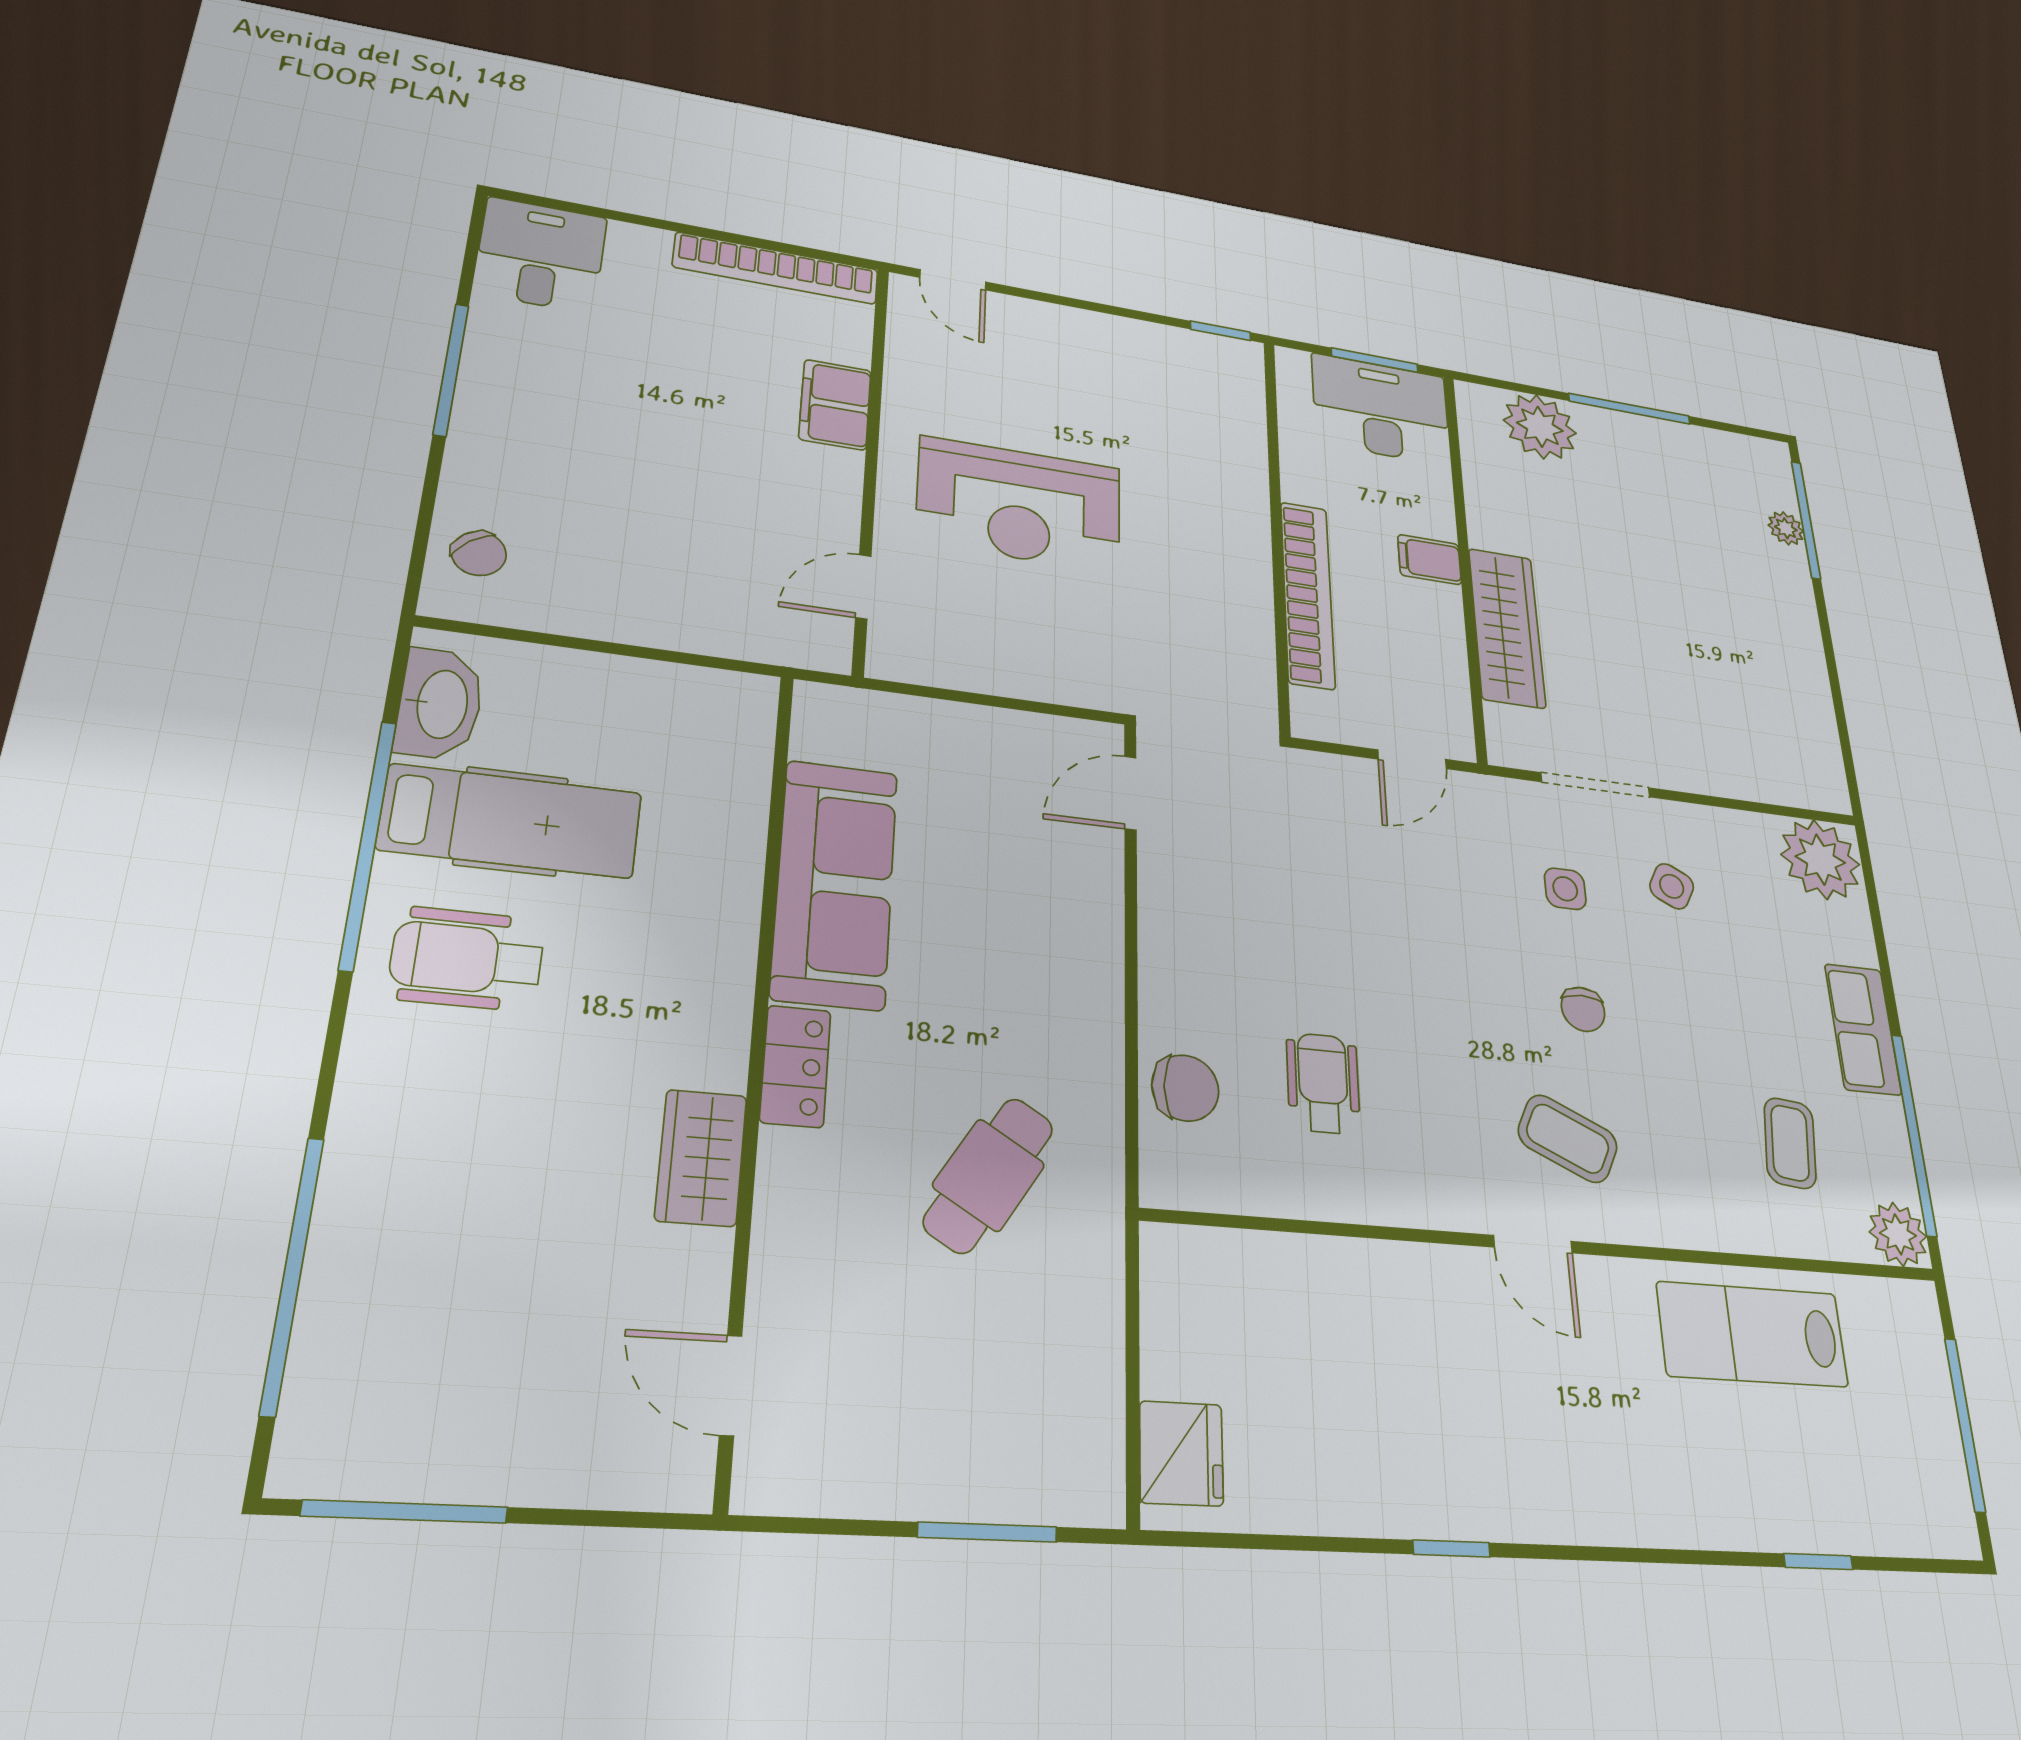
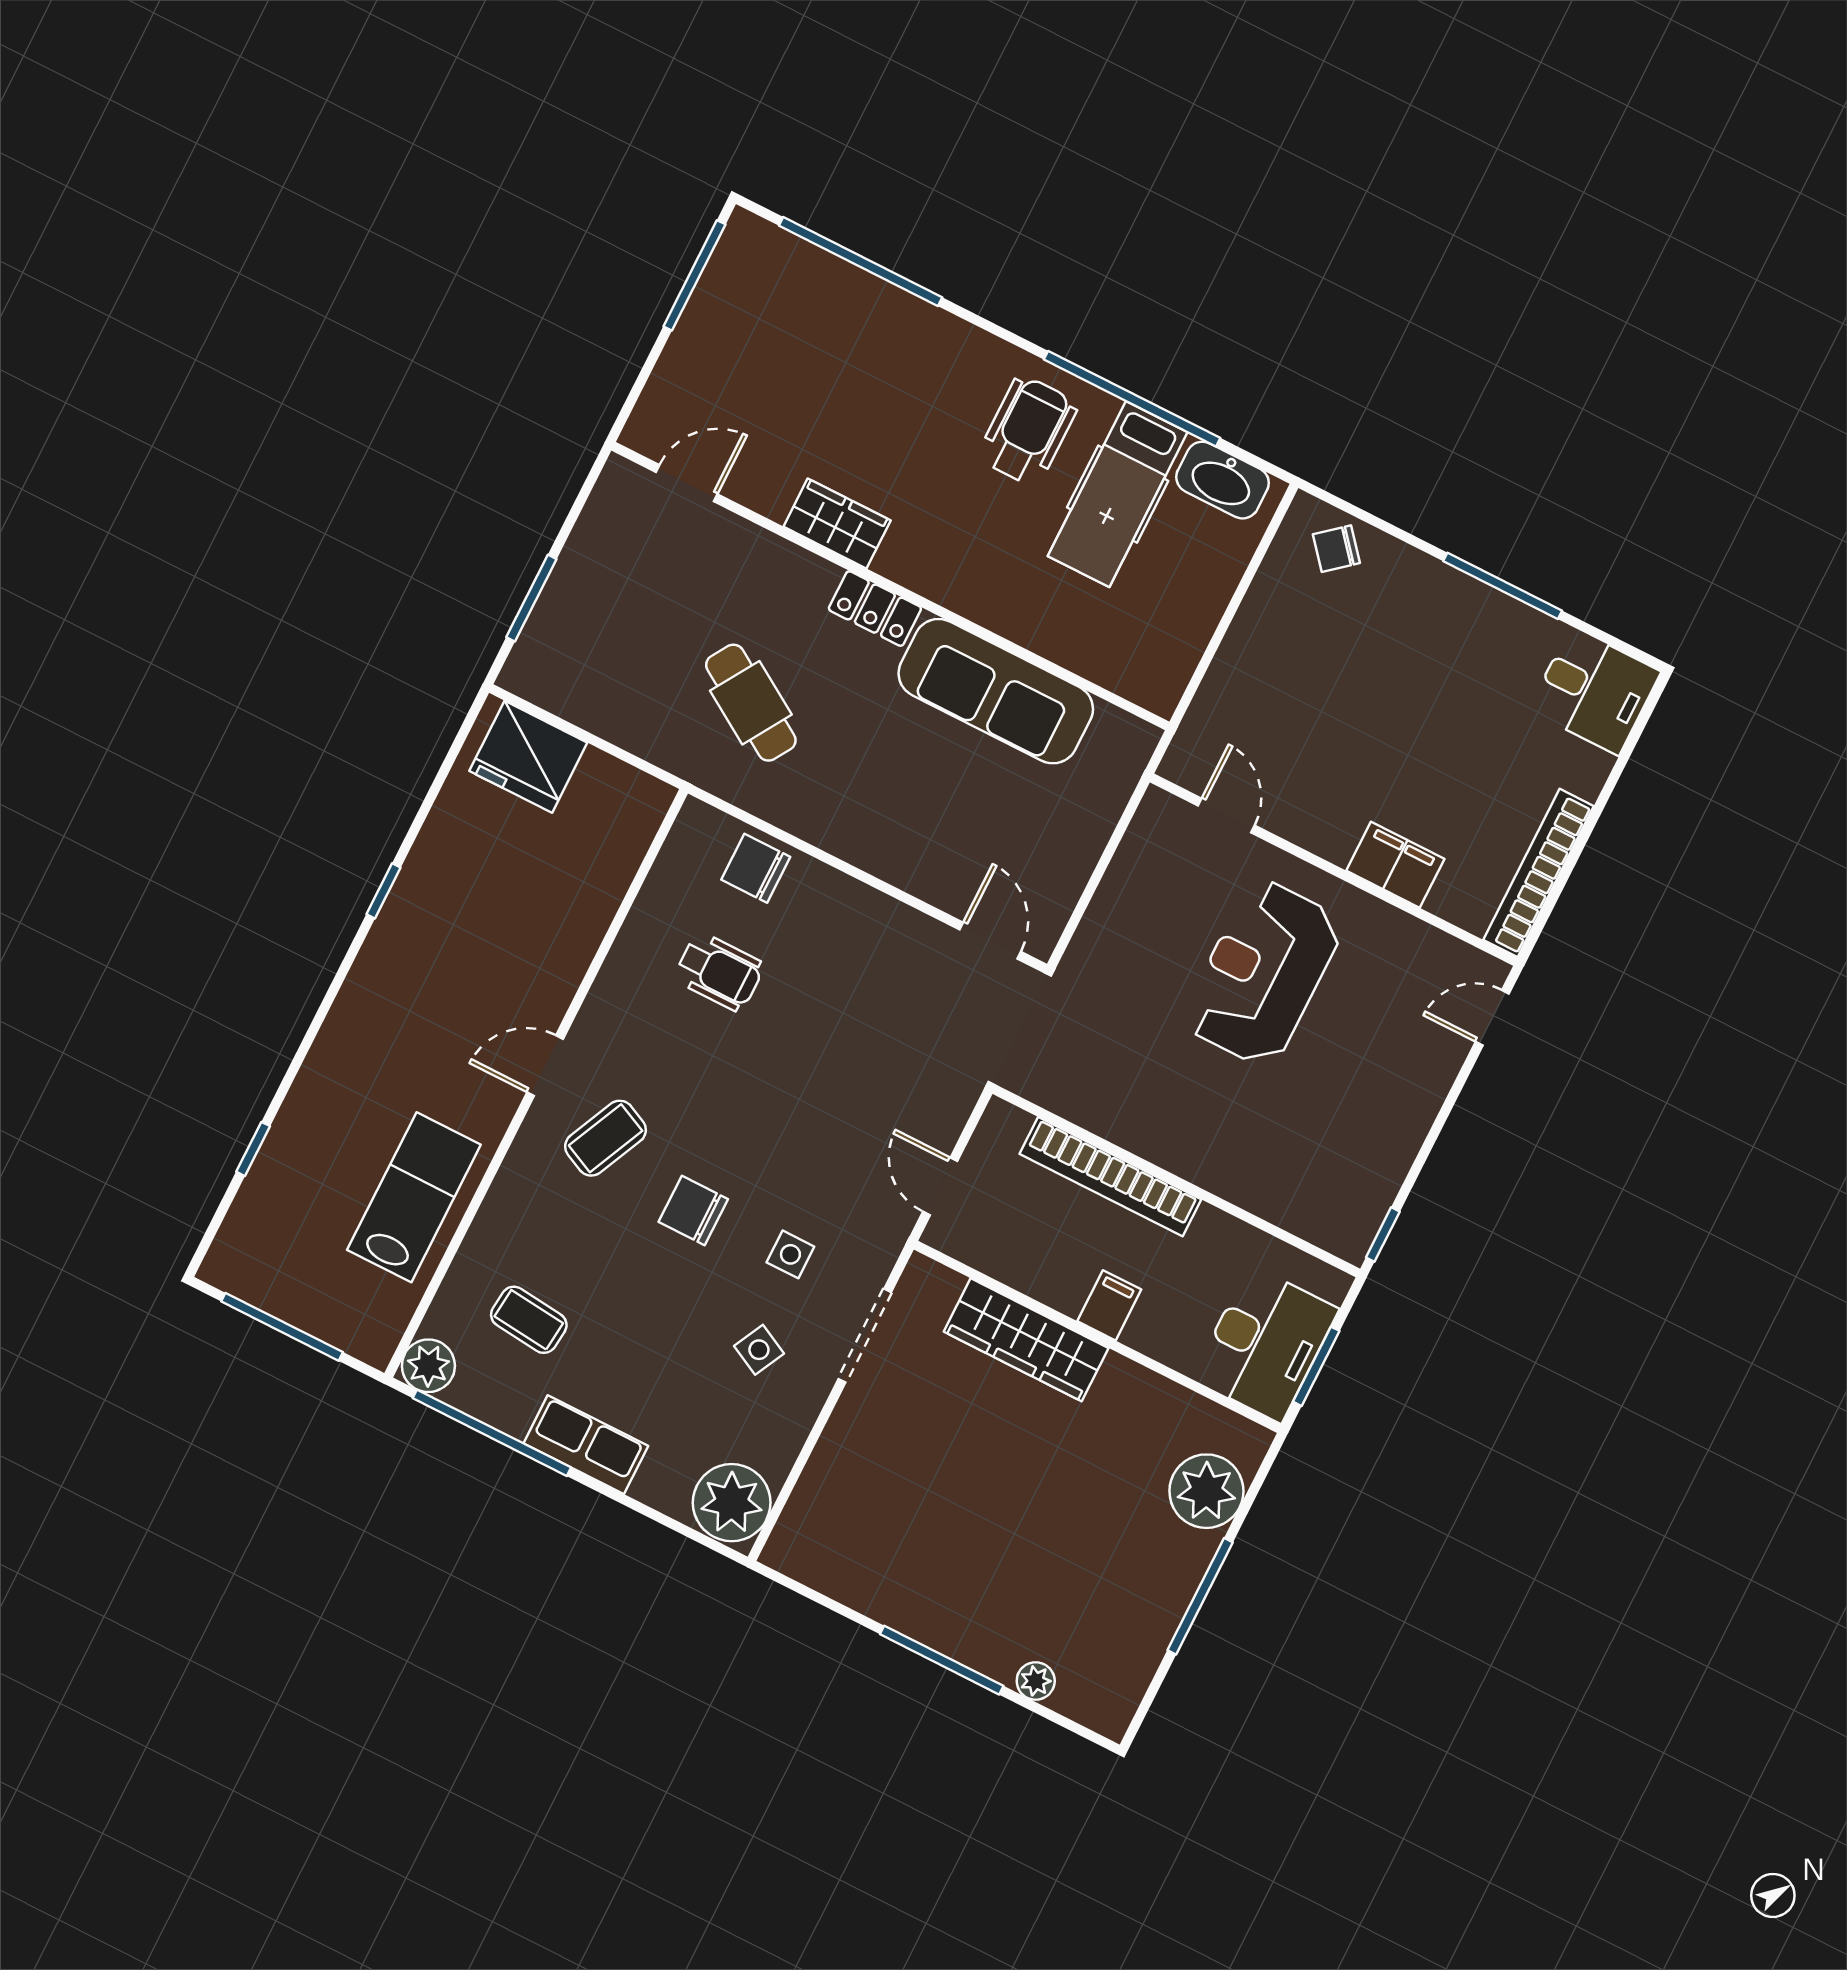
window: (1806, 520) -> (942, 1660), moved
chair: (1583, 1009) -> (693, 1210), width x1.37, depth x1.37
chair: (1185, 1088) -> (756, 868), turned 90
fridge: (1181, 1453) -> (528, 757), width x1.36, depth x1.34

